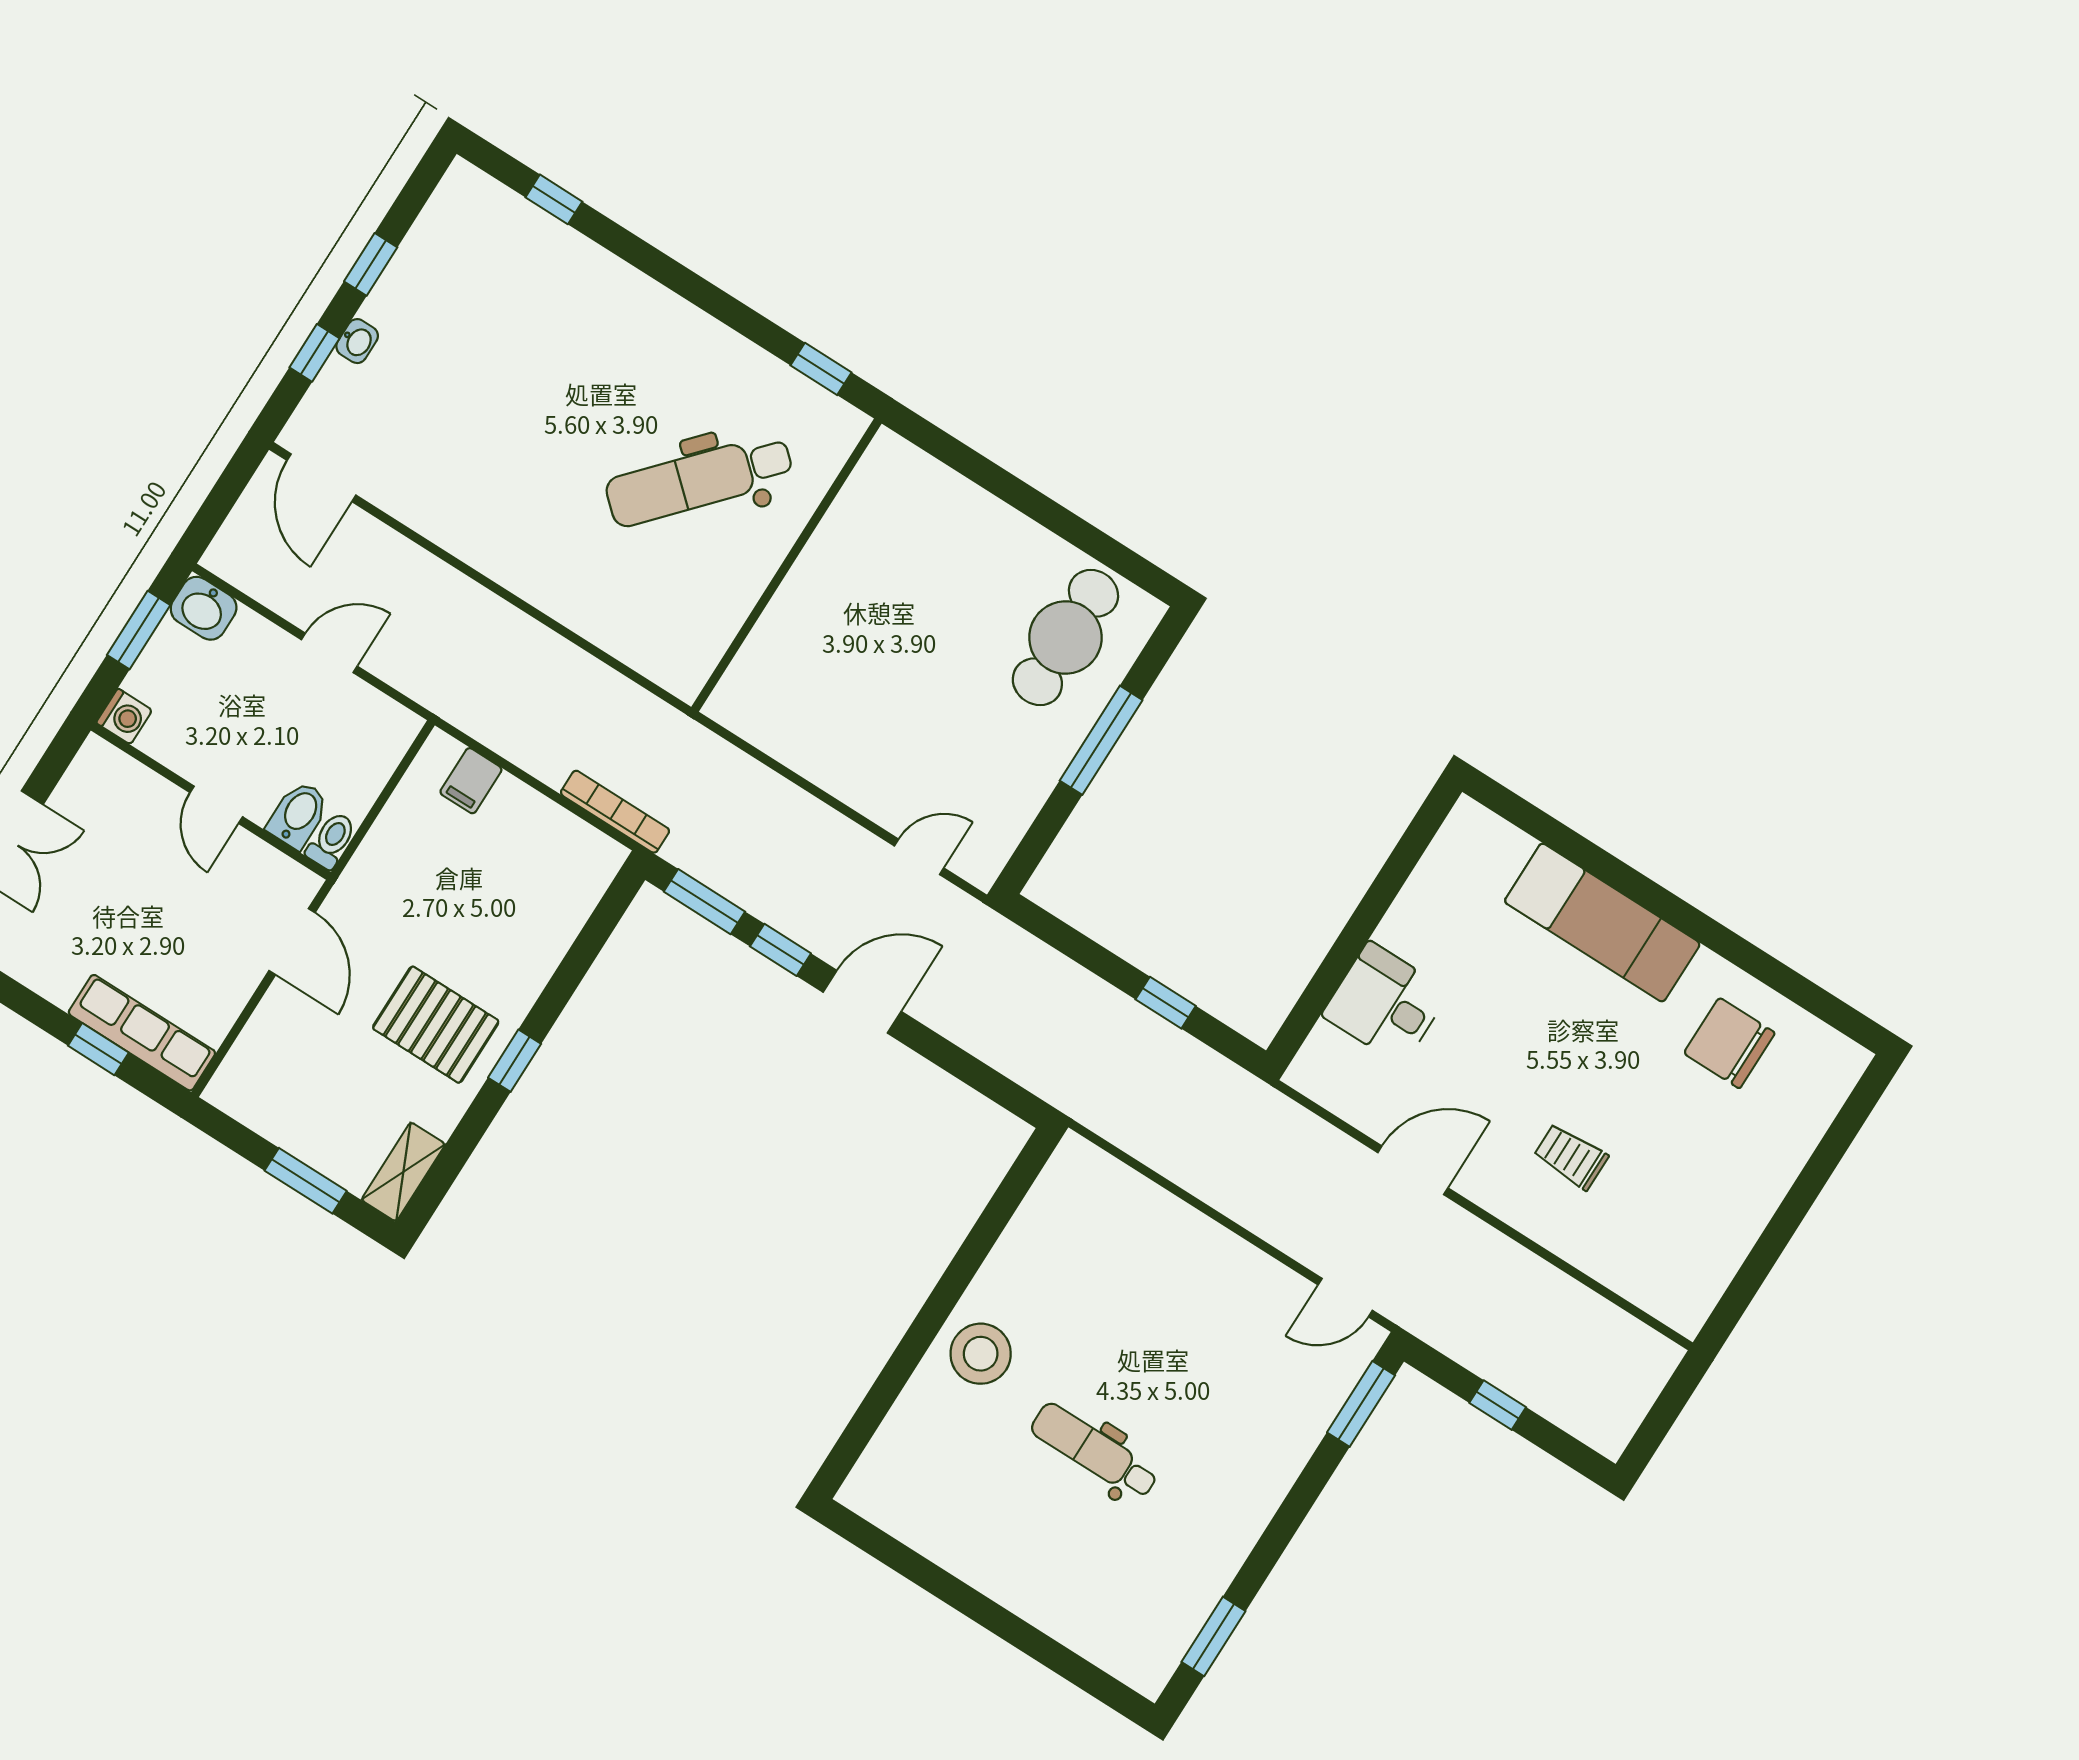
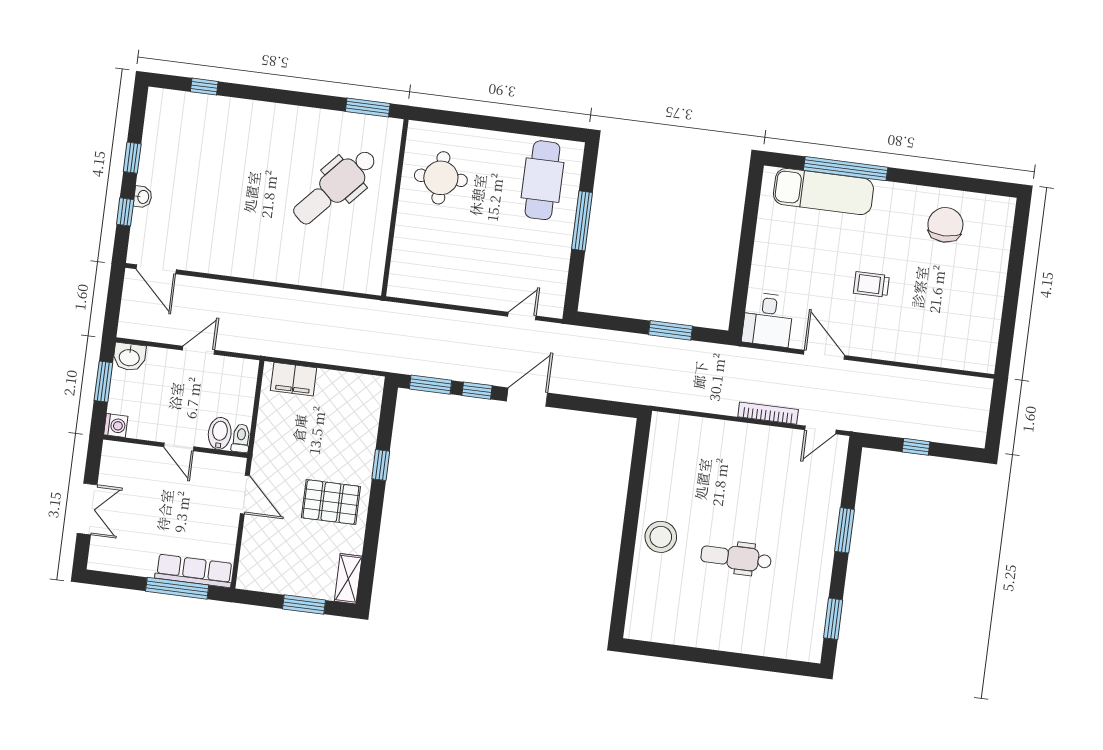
window: (821, 369) -> (368, 108), width x1.50
round table: (891, 551) -> (441, 178), added
filing cabinet: (471, 781) -> (294, 379), width x2.00
bookcase: (615, 812) -> (768, 413), moved
window: (1602, 864) -> (846, 169), added
exam couch: (1602, 923) -> (823, 192), moved
window: (1166, 1003) -> (670, 330), width x1.50
desk: (1386, 1003) -> (768, 320), moved, turned -90
chair: (1729, 1043) -> (945, 225), turned 90
window: (98, 1049) -> (177, 588), width x2.17
window: (515, 1061) -> (381, 465), moved
trolley: (1571, 1157) -> (871, 284), moved
door: (1413, 1170) -> (824, 355), hinge flipped
window: (1361, 1404) -> (844, 530), moved

